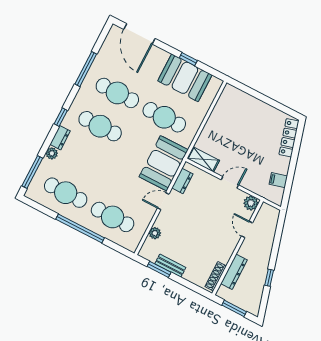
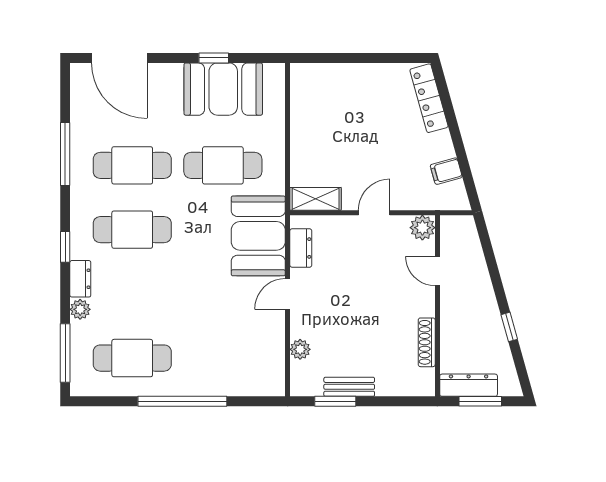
cafe table: (113, 217) -> (223, 358), removed
dresser: (234, 272) -> (469, 385), moved, turned -90
shoe rack: (216, 276) -> (427, 342), moved

